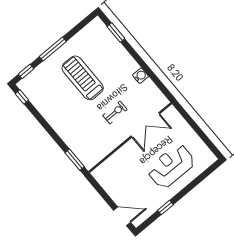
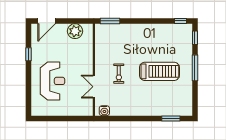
water cooler: (140, 76) -> (104, 111), moved
double door: (145, 125) -> (94, 87), width x0.73
plant: (110, 183) -> (75, 31), added

